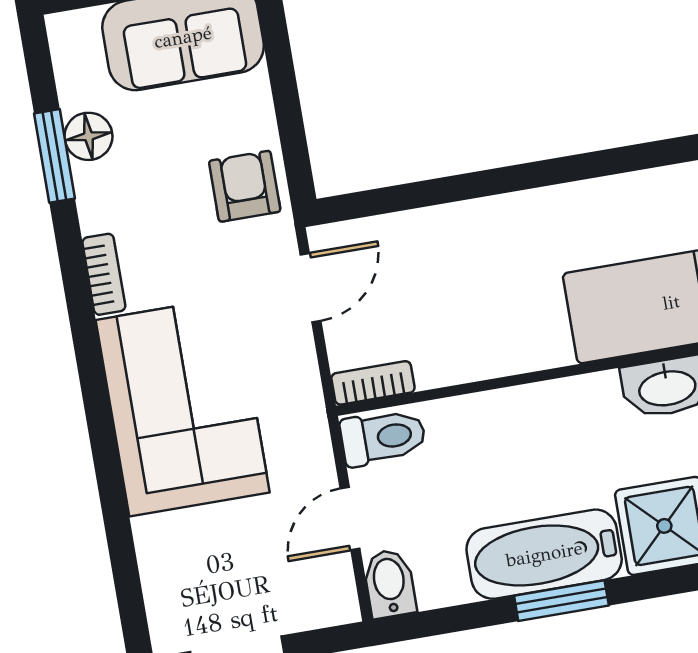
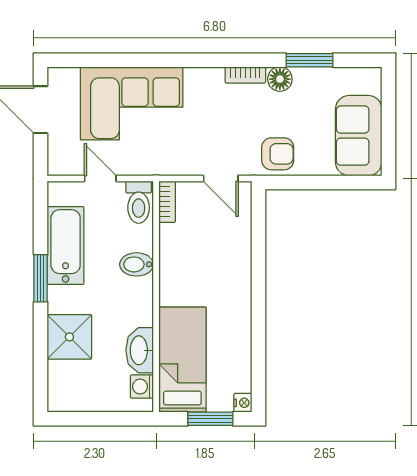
floor lamp: (88, 136) -> (280, 79), moved
corner sofa: (183, 406) -> (132, 103), moved
bathtub: (544, 554) -> (66, 245), moved
bidet: (389, 584) -> (137, 264), moved, turned 180

